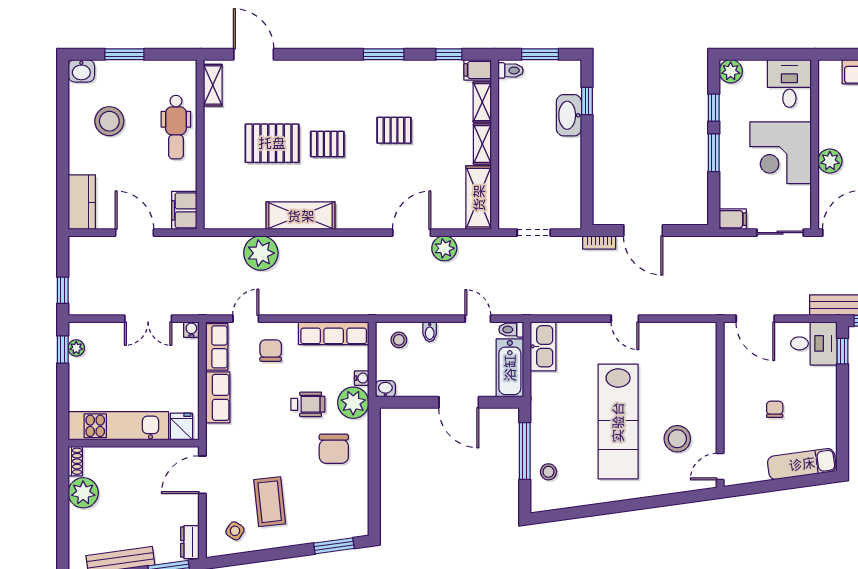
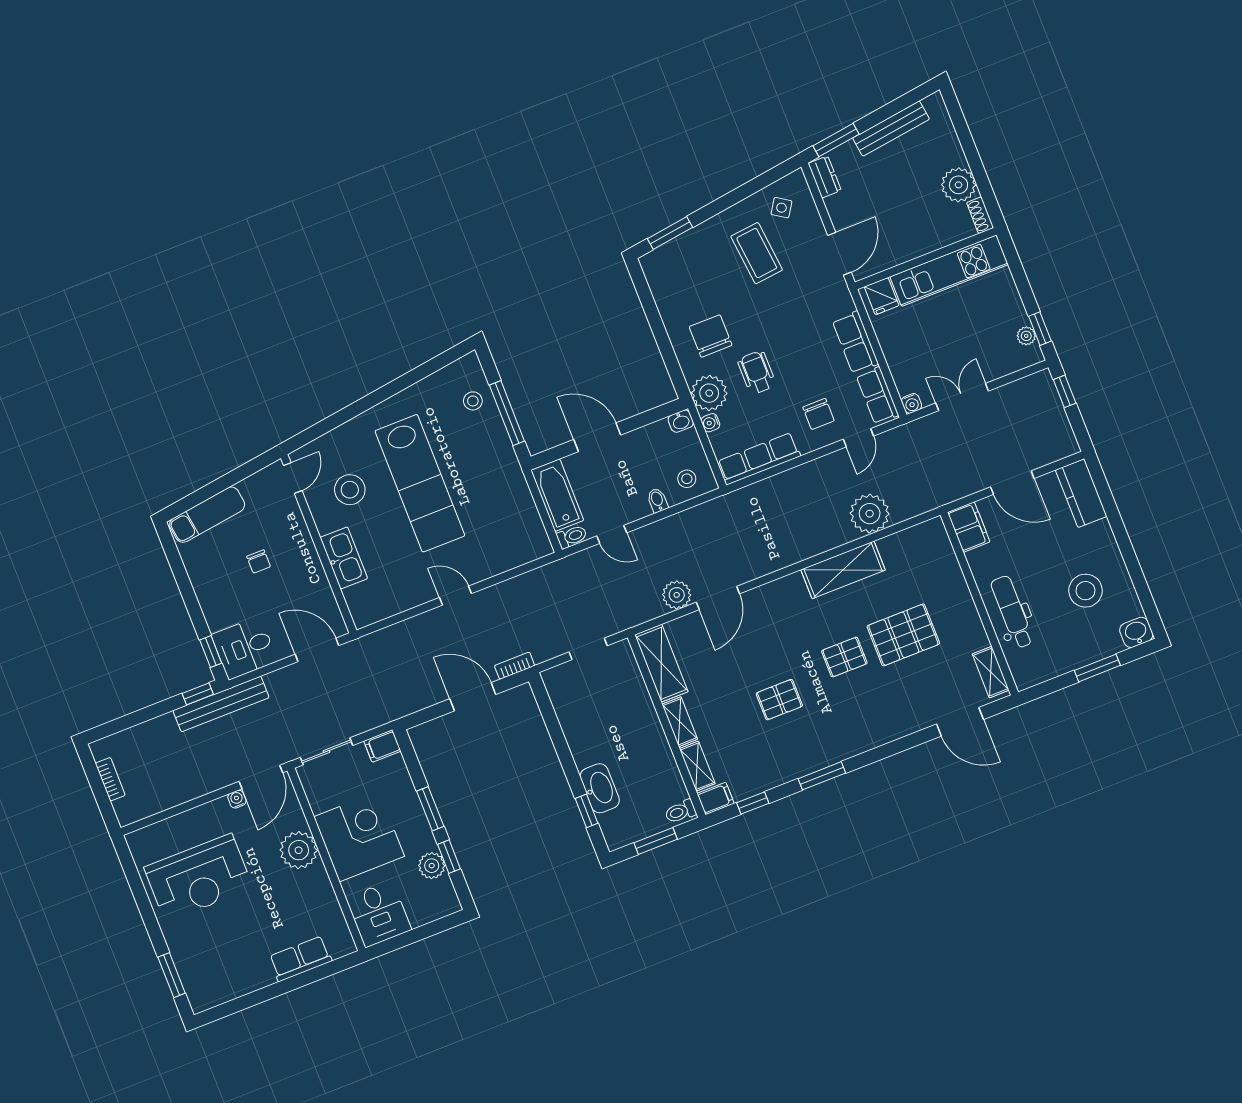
plant: (731, 71) -> (432, 866), moved
plant: (830, 161) -> (299, 850), width x1.36, depth x1.36
kitchen sink: (543, 346) -> (344, 558), moved, turned 180
wheelchair: (308, 404) -> (757, 372), turned 90
lab bench: (618, 422) -> (420, 483), turned 180

